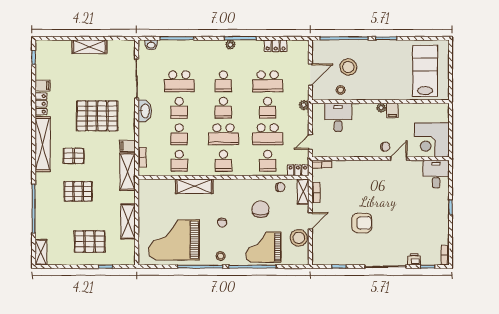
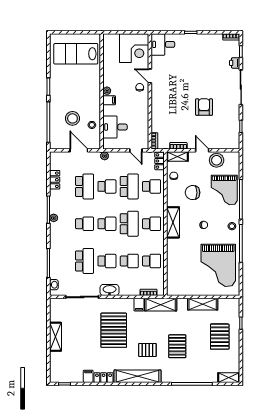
filing cabinet: (392, 110) -> (109, 100), moved
pallet: (74, 156) -> (147, 350), turned 90
shelving: (194, 186) -> (173, 222), moved

